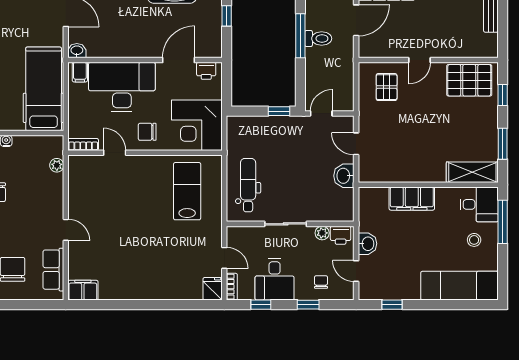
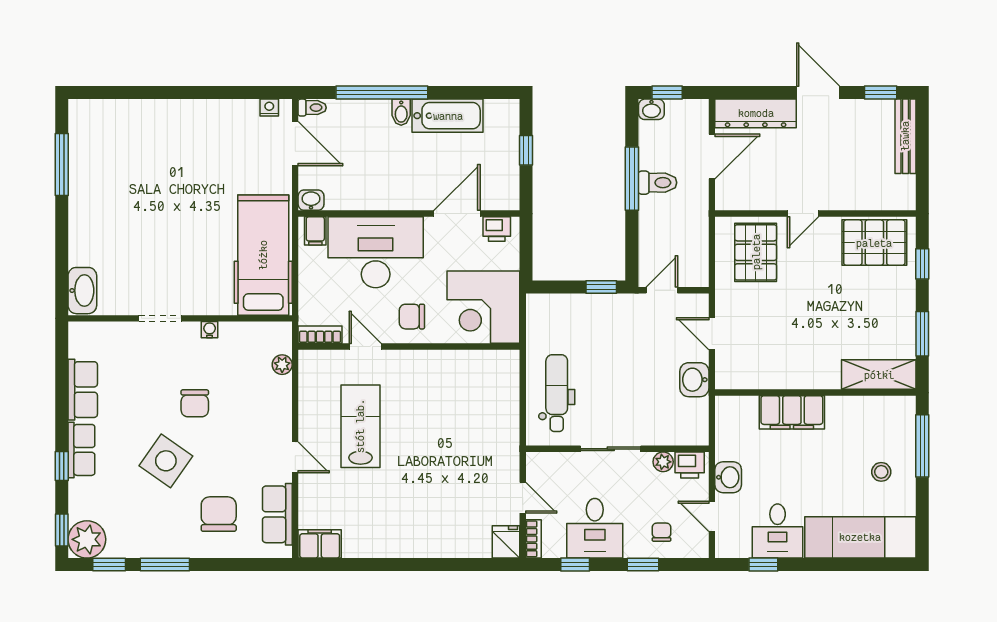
pallet: (387, 87) -> (756, 252), width x1.50, depth x1.42
lab bench: (187, 191) -> (360, 426), moved
desk: (479, 204) -> (778, 531), moved, turned 90

